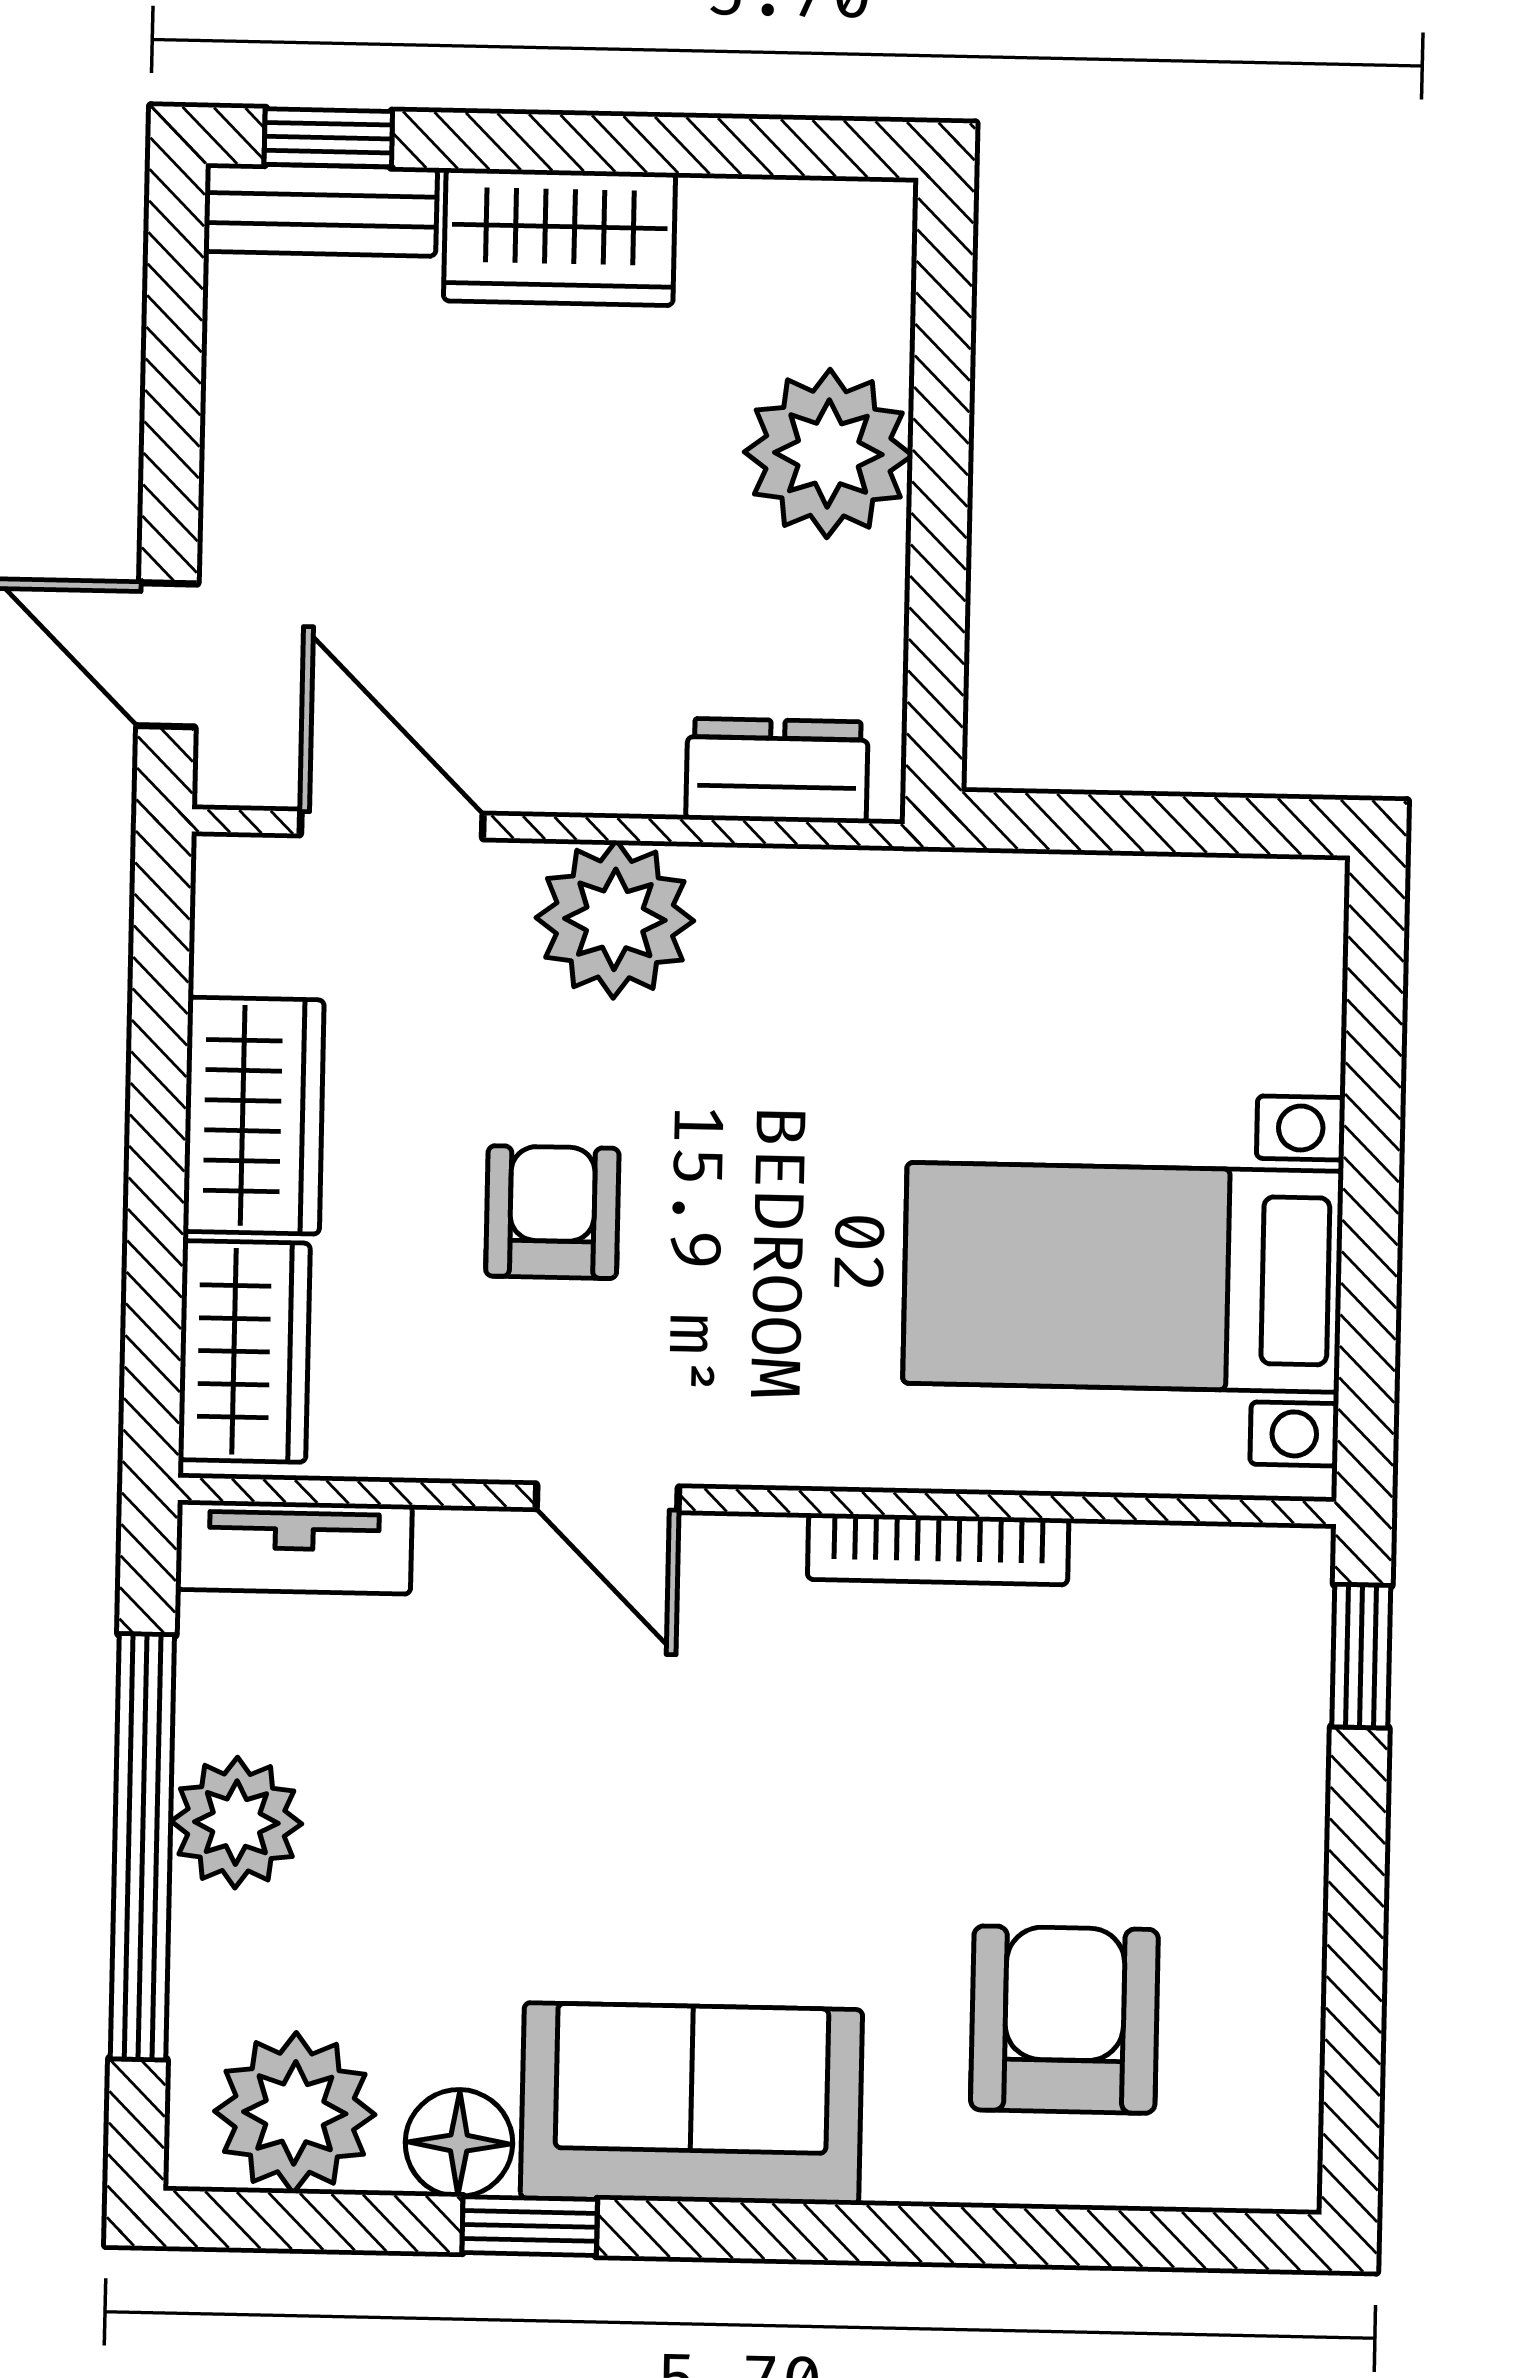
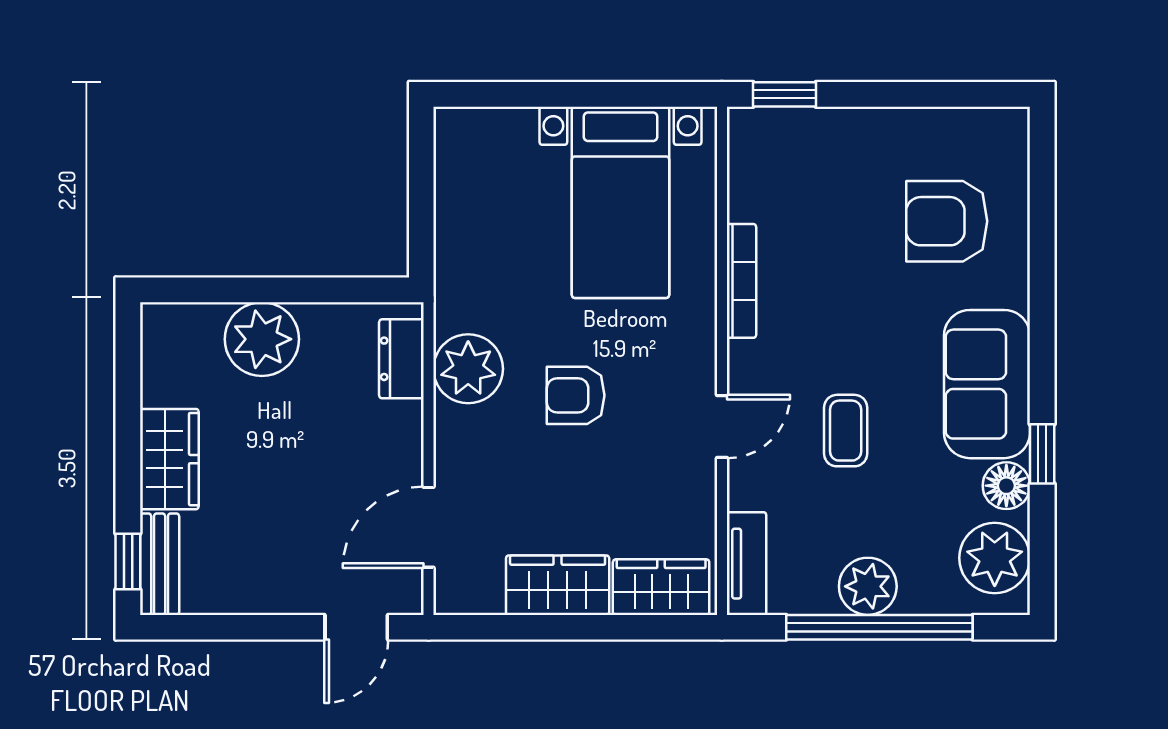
plant: (615, 919) -> (468, 369), moved
armchair: (552, 1212) -> (576, 395), moved
coffee table: (592, 1779) -> (846, 431), added

